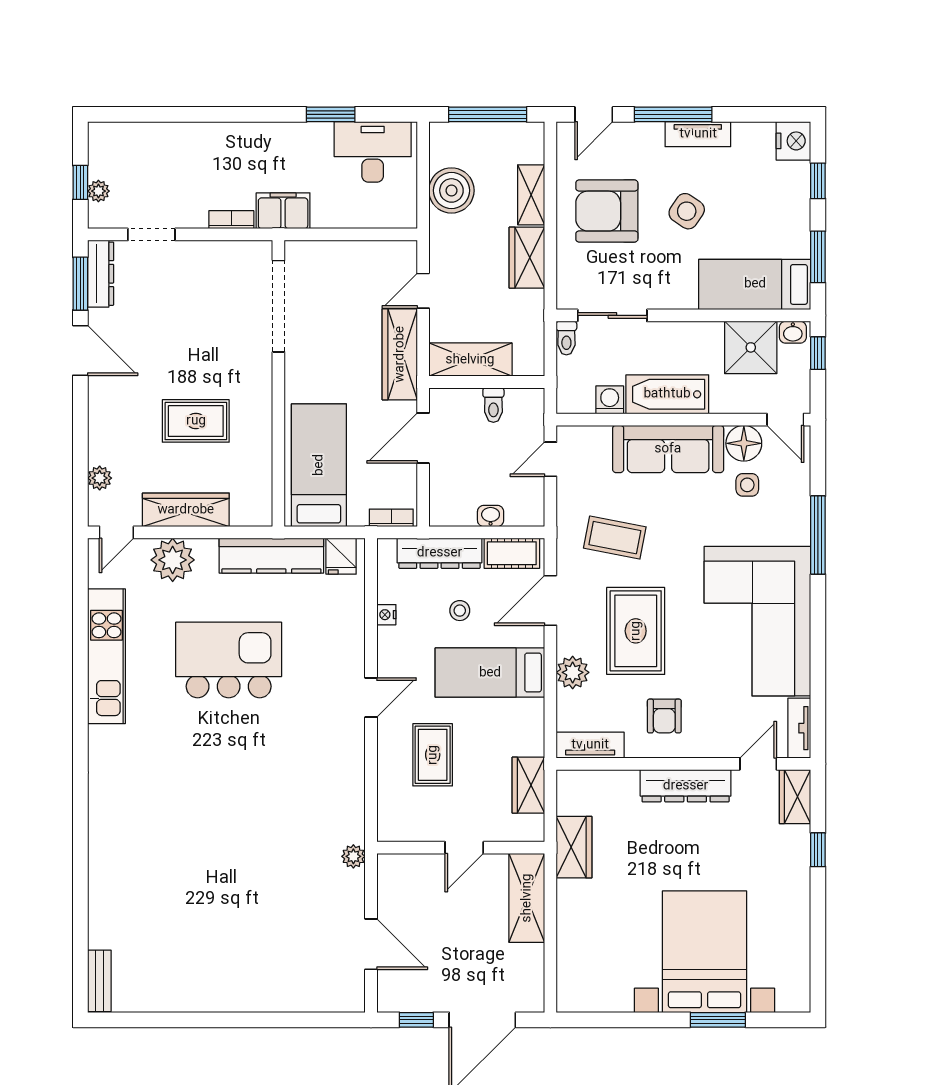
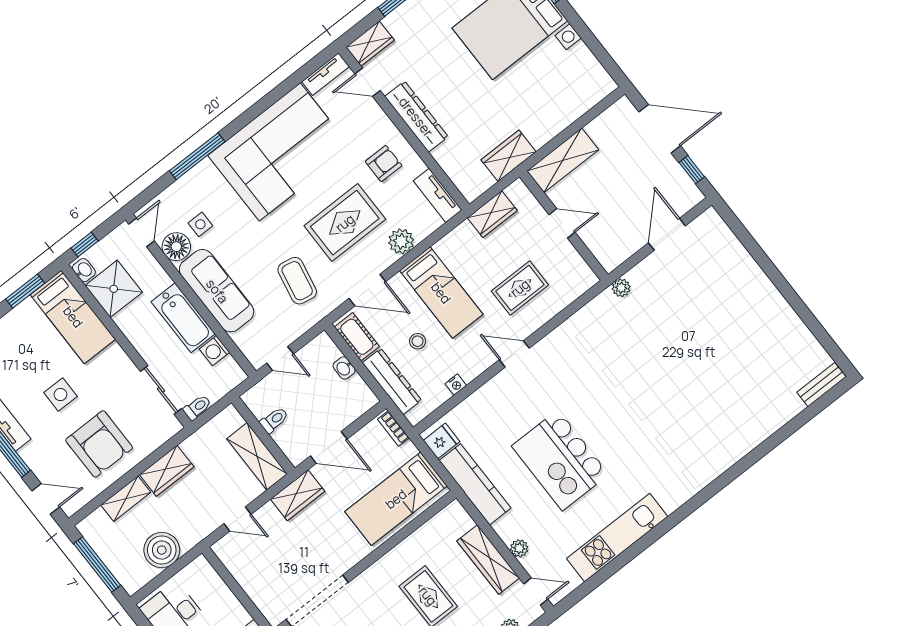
side table: (687, 211) -> (60, 394), turned -34
wardrobe: (400, 354) -> (298, 495), width x0.67
plant: (173, 560) -> (519, 548), width x0.53, depth x0.53

